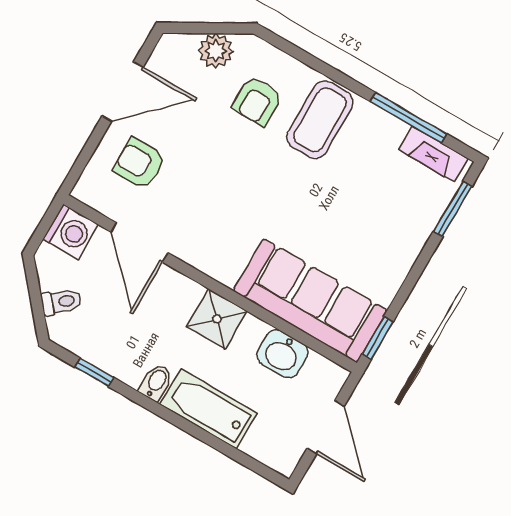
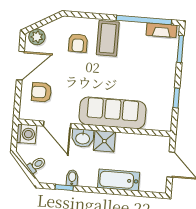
plant: (216, 51) -> (37, 37), moved
window: (408, 118) -> (144, 20), width x1.46
sofa: (310, 301) -> (113, 113), moved
window: (378, 338) -> (176, 98), moved
washbasin: (282, 354) -> (83, 138), moved
bidet: (156, 382) -> (72, 178), moved

